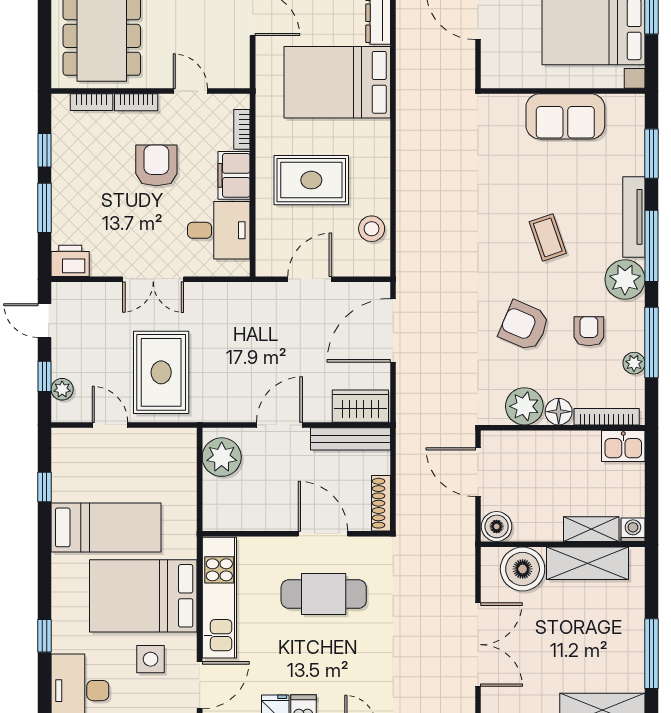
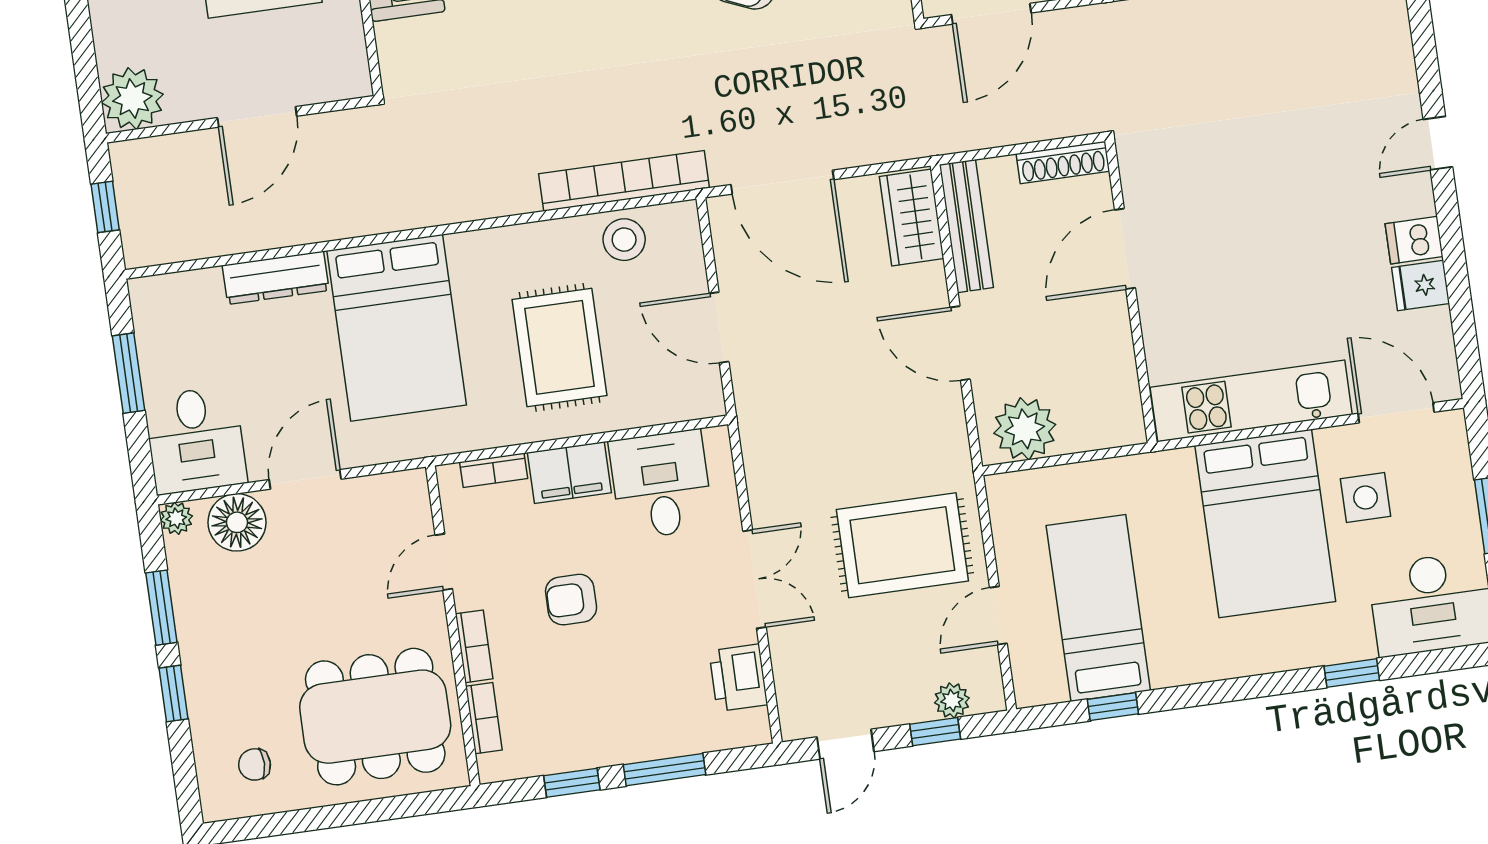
armchair: (156, 165) -> (571, 600), width x0.72, depth x0.72
bookcase: (407, 234) -> (624, 181), added
printer: (70, 261) -> (738, 678), moved
bed: (106, 527) -> (1098, 608), moved
cafe table: (324, 594) -> (1222, 234), removed

